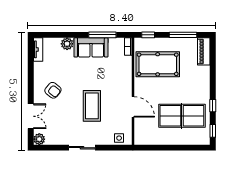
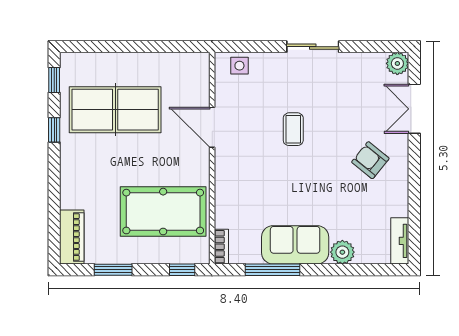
window: (183, 35) -> (113, 270), width x0.69
coffee table: (92, 106) -> (293, 129), width x0.54, depth x0.58

